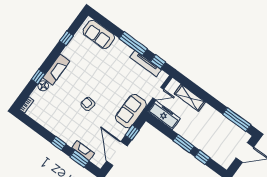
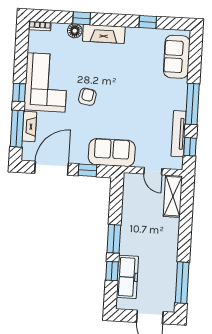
shelving: (190, 98) -> (173, 196), moved
freezer: (164, 115) -> (127, 277), moved
corner sofa: (63, 123) -> (46, 82), added
window: (79, 159) -> (17, 129), width x1.44

